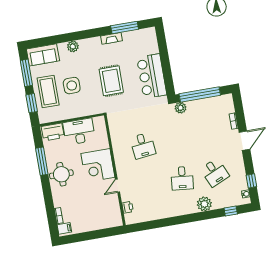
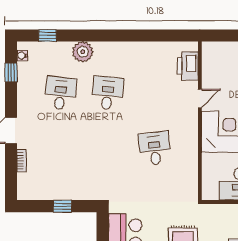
window: (200, 94) -> (62, 206), width x0.32
plant: (181, 108) -> (92, 192), removed
desk: (215, 172) -> (60, 93), turned 30
printer: (128, 207) -> (188, 66), width x1.87, depth x1.48

